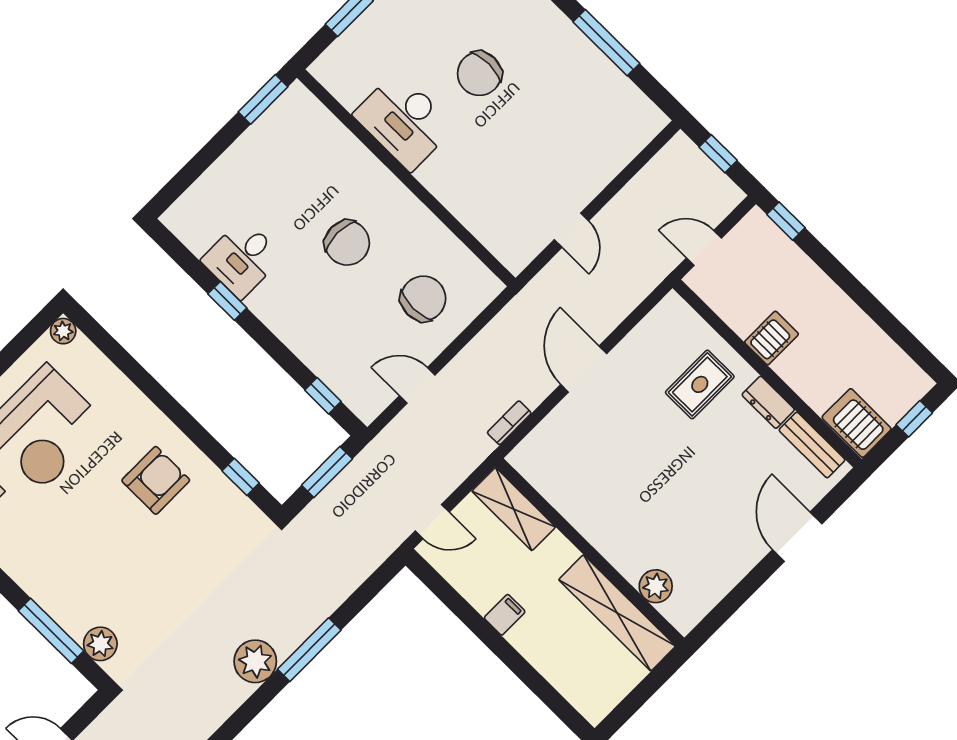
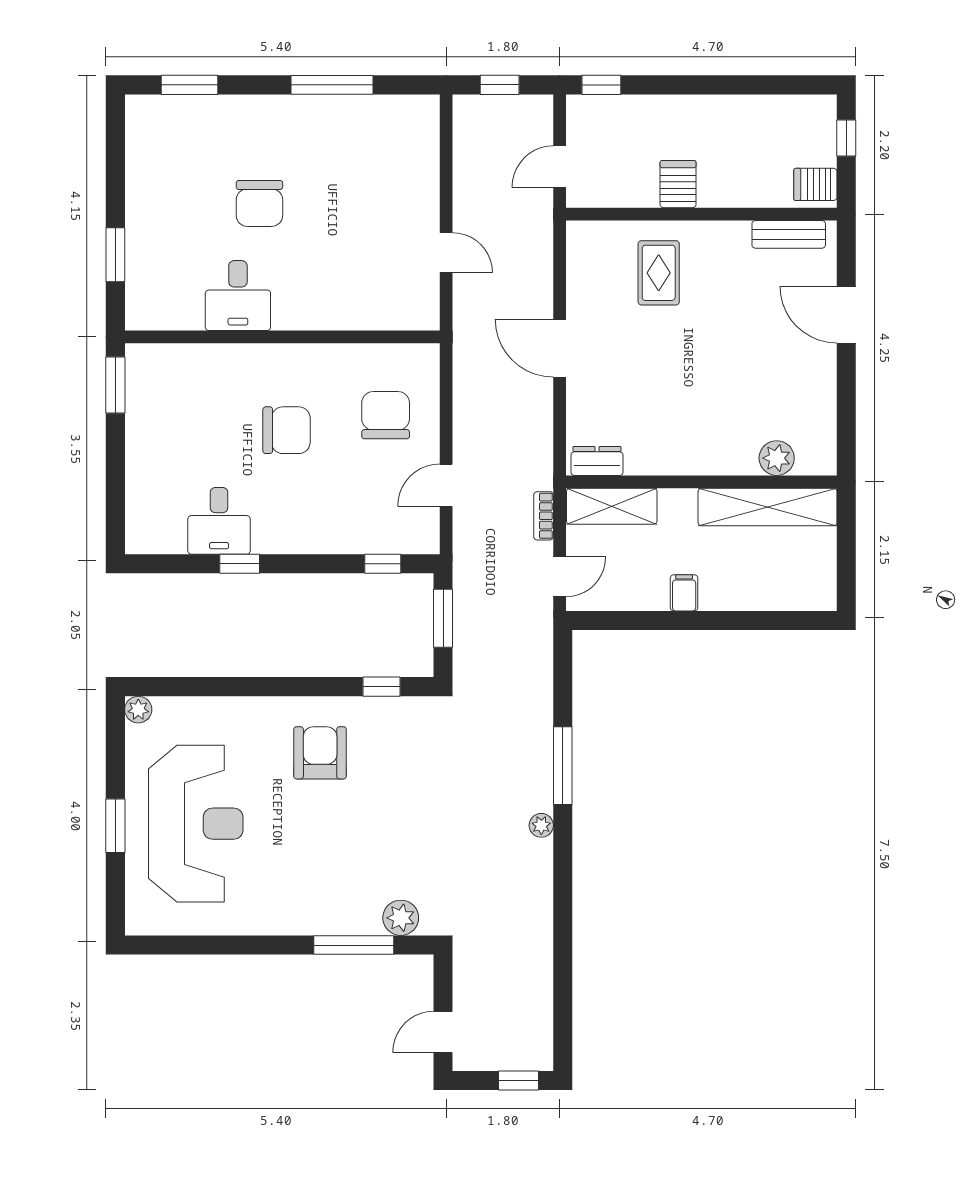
desk: (404, 121) -> (238, 296), width x0.73
dresser: (768, 402) -> (597, 461), moved, turned 180
bookcase: (509, 423) -> (544, 516), moved
server rack: (857, 423) -> (815, 184), width x0.73, depth x0.70
plant: (255, 661) -> (541, 825), width x0.53, depth x0.53

